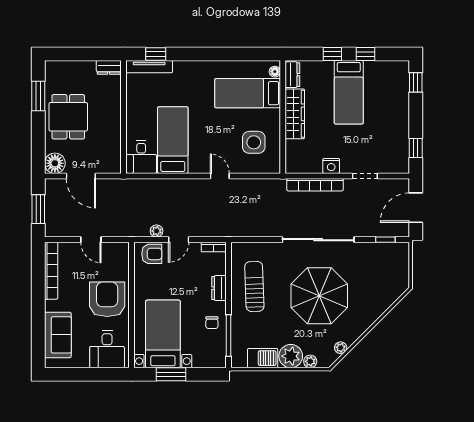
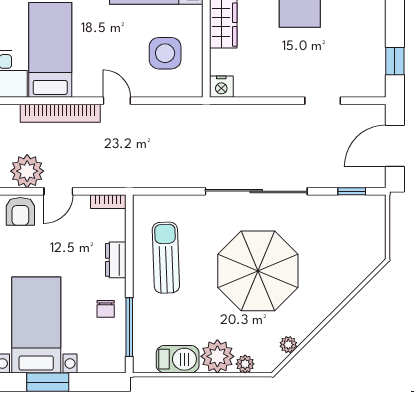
nightstand: (331, 166) -> (221, 87), moved
bookcase: (315, 185) -> (60, 113), moved
plant: (157, 231) -> (27, 171), width x1.88, depth x1.88
armchair: (152, 254) -> (20, 211), turned 90

